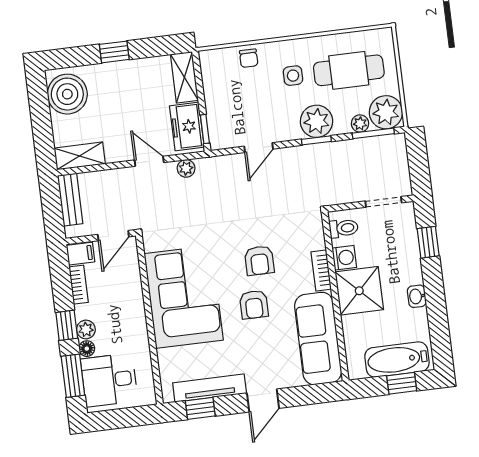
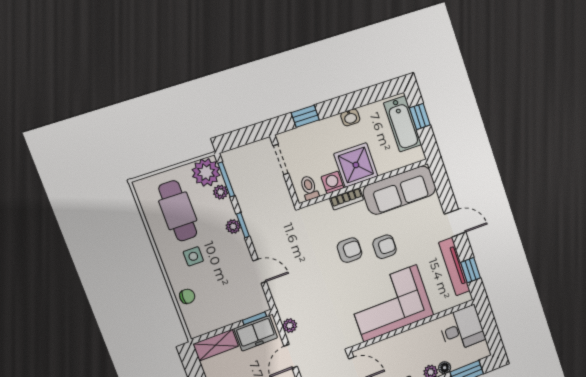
plant: (316, 121) -> (233, 226), width x0.53, depth x0.53
desk: (109, 380) -> (462, 329), moved, turned -90

